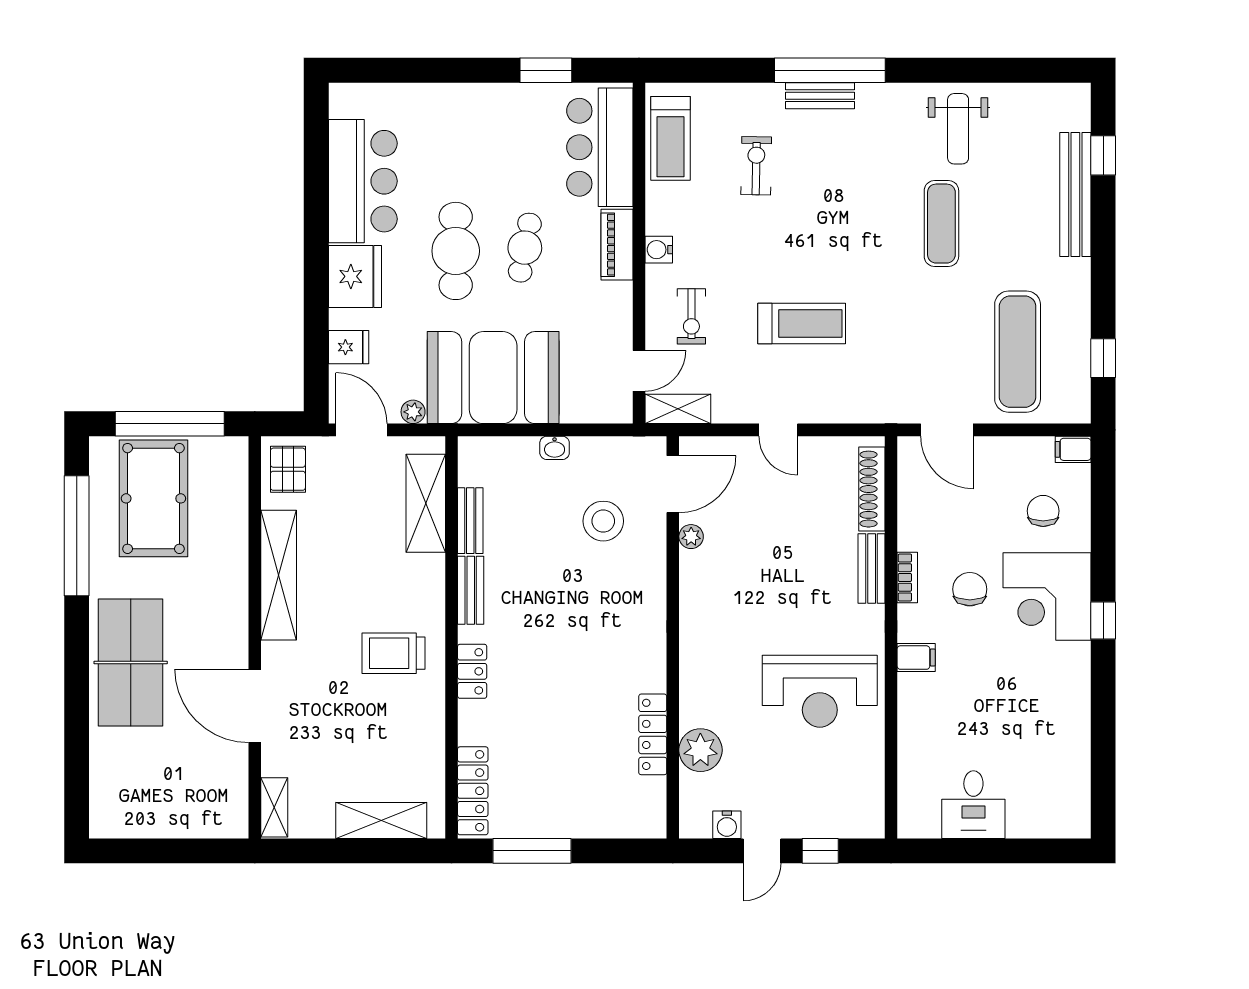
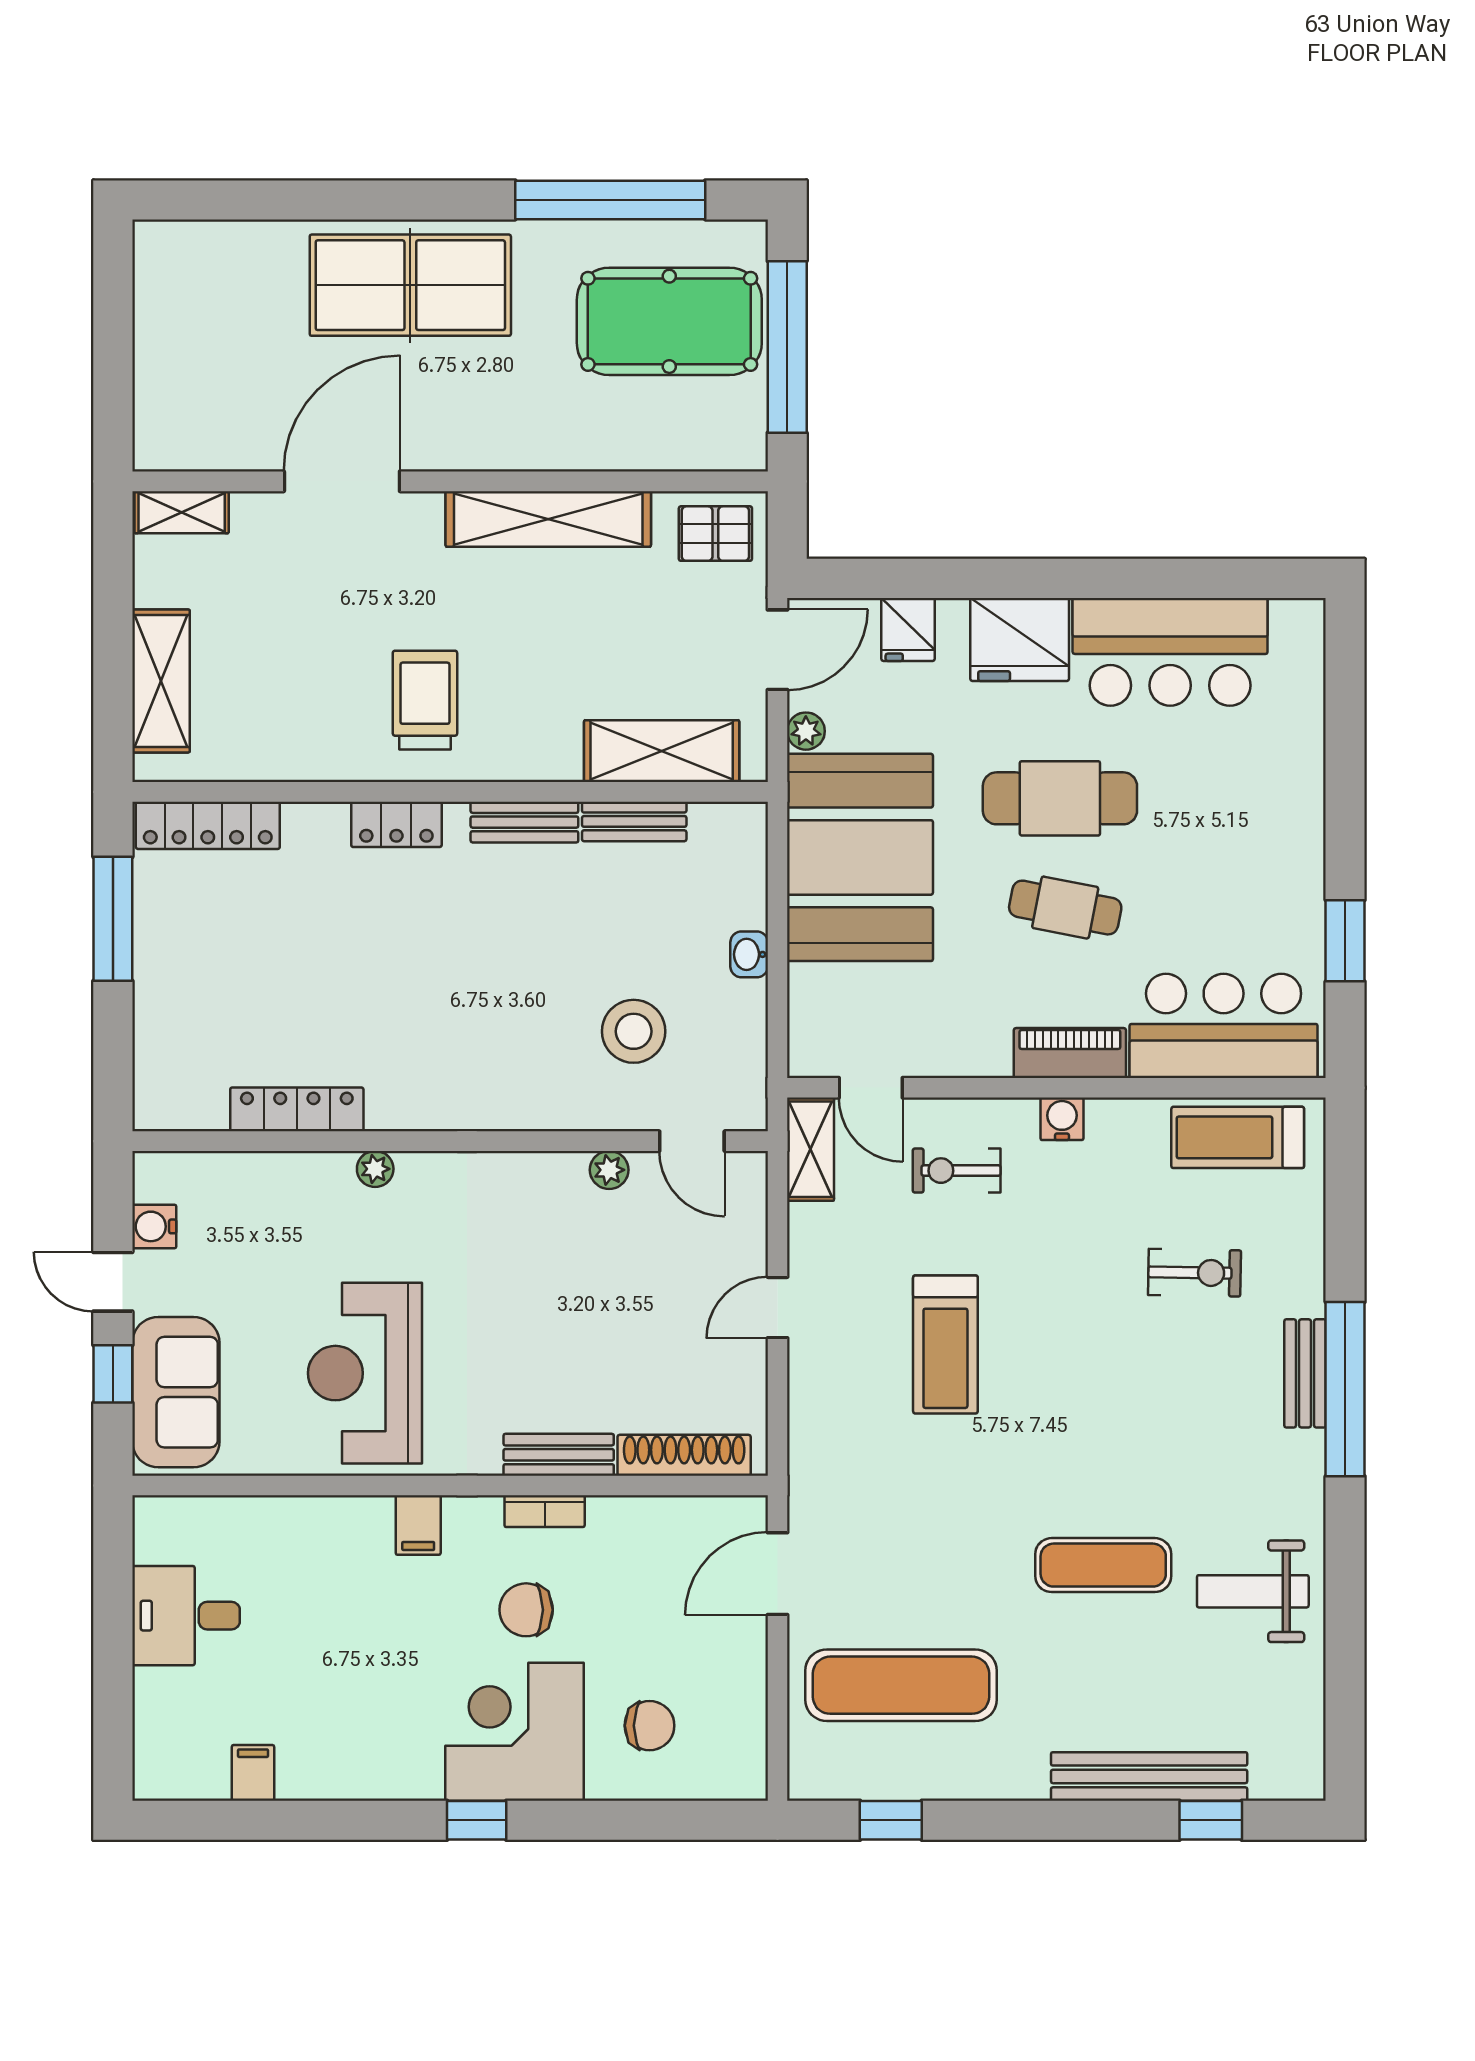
filing cabinet: (1073, 449) -> (253, 1773), moved
door: (673, 484) -> (692, 1141), width x0.73
chair: (970, 589) -> (526, 1610), turned 180
plant: (700, 750) -> (375, 1169), moved, width x0.53, depth x0.53
sofa: (832, 811) -> (176, 1392), added

